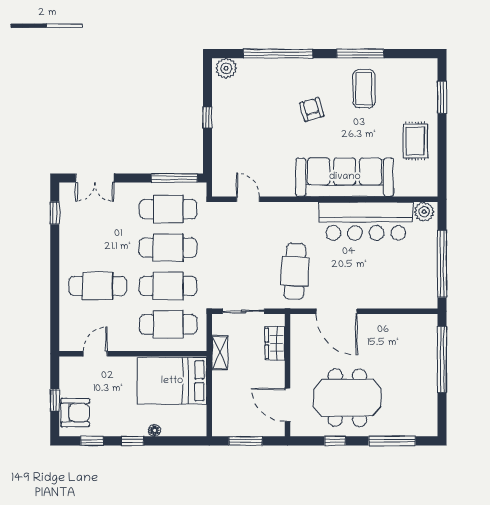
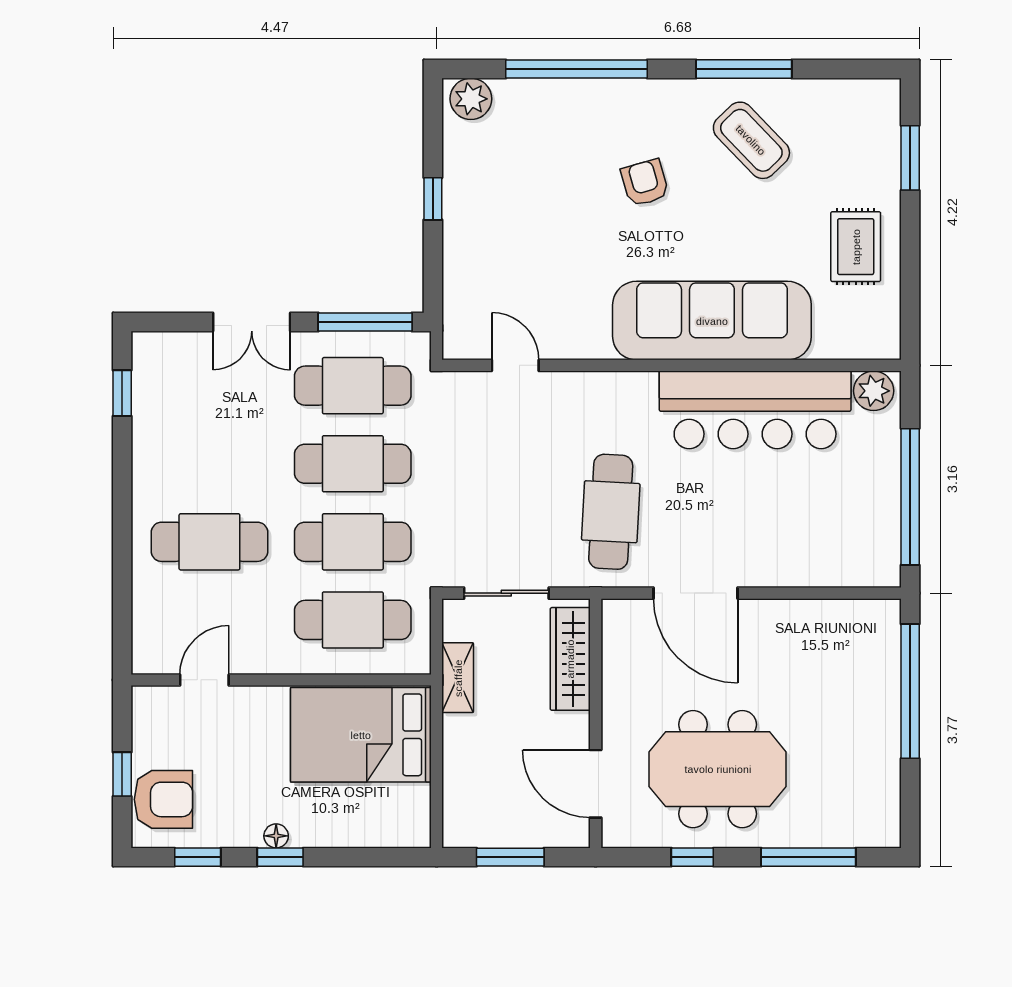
coffee table: (364, 89) -> (751, 140), turned -44
double door: (95, 178) -> (252, 322), moved
wardrobe: (275, 344) -> (570, 659), width x1.50
floor lamp: (154, 430) -> (276, 836), moved

